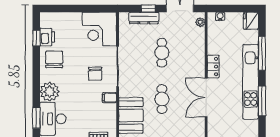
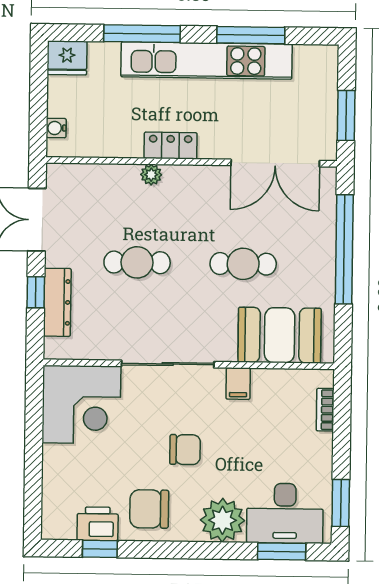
plant: (200, 22) -> (151, 175), moved
chair: (95, 74) -> (185, 450), moved
double door: (206, 98) -> (275, 163), moved

